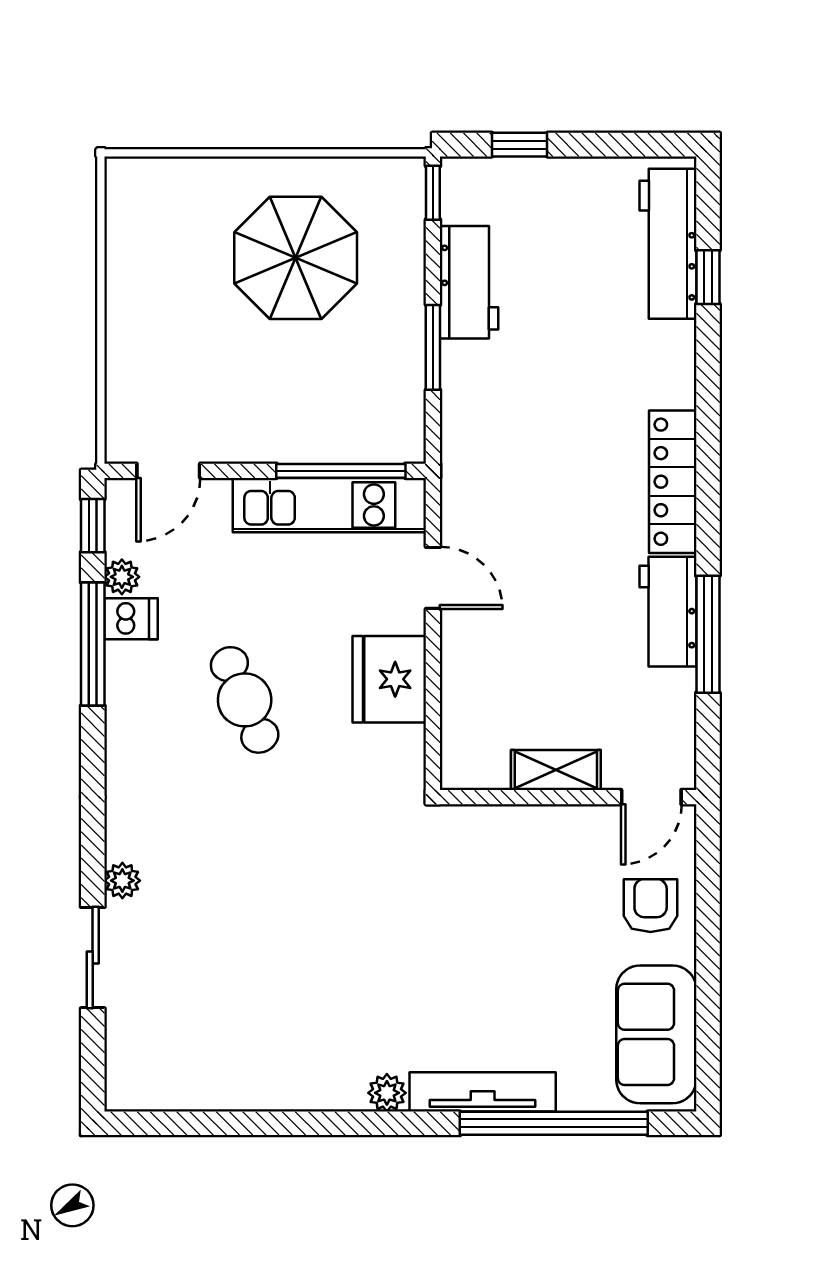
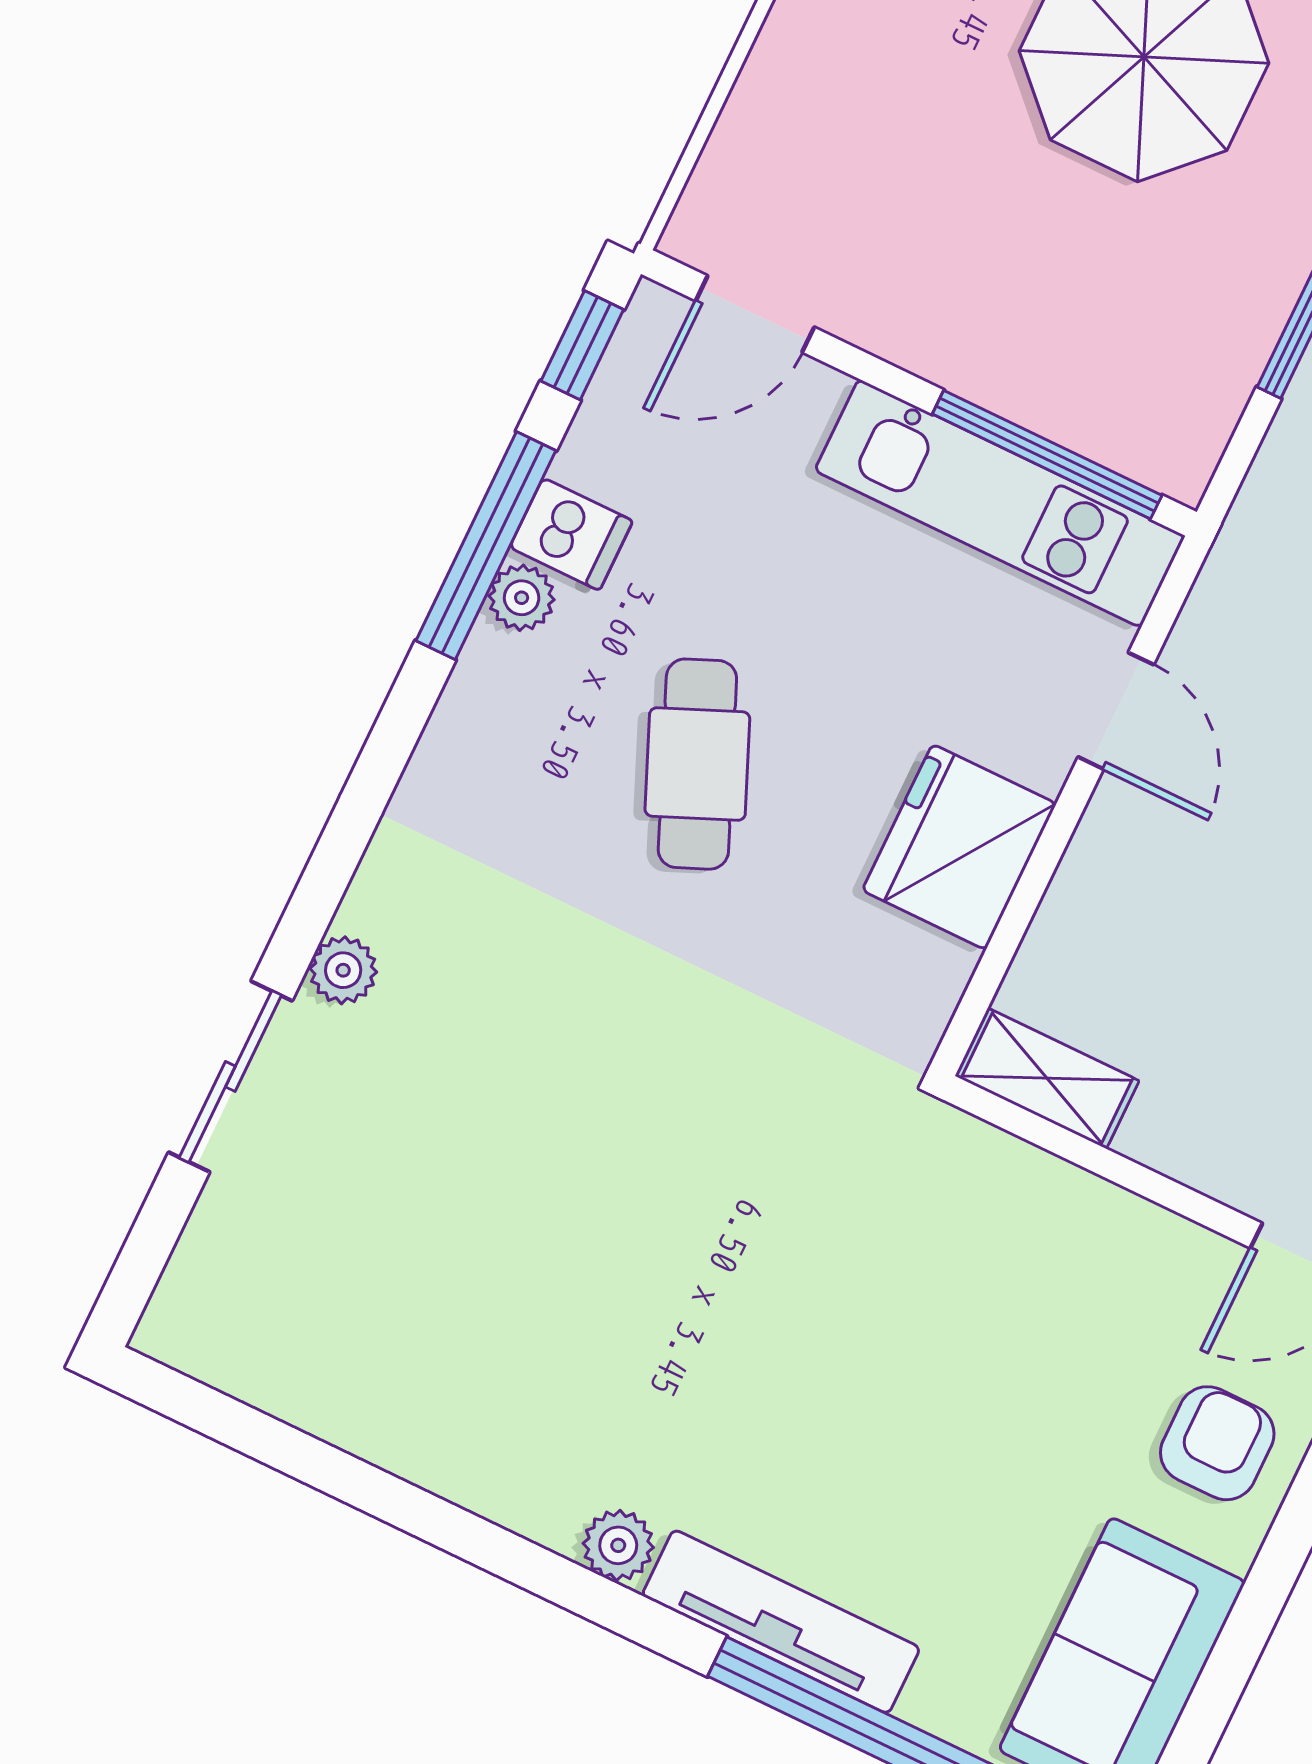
plant: (122, 577) -> (522, 598), moved
shelving: (556, 770) -> (1047, 1078), moved

